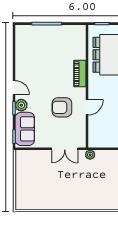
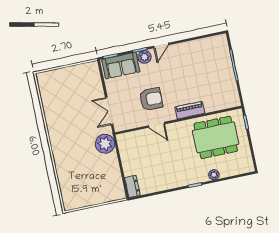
armchair: (62, 107) -> (151, 99), turned 90
plant: (90, 155) -> (105, 144), width x1.88, depth x1.88

